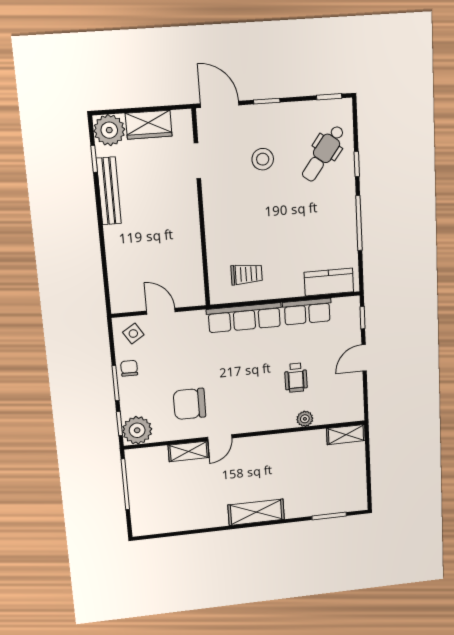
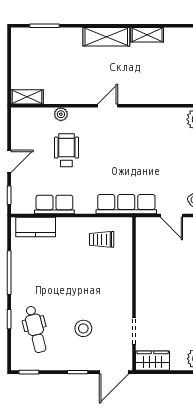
door: (220, 104) -> (114, 372), hinge flipped
wardrobe: (149, 125) -> (153, 361), moved
dental chair: (323, 153) -> (35, 329), turned 129
row of seats: (244, 318) -> (126, 204), moved
wheelchair: (296, 378) -> (66, 150), width x1.36, depth x1.37
chair: (190, 404) -> (155, 137), removed
door: (220, 438) -> (108, 106), moved
shelving: (189, 451) -> (147, 35), moved

